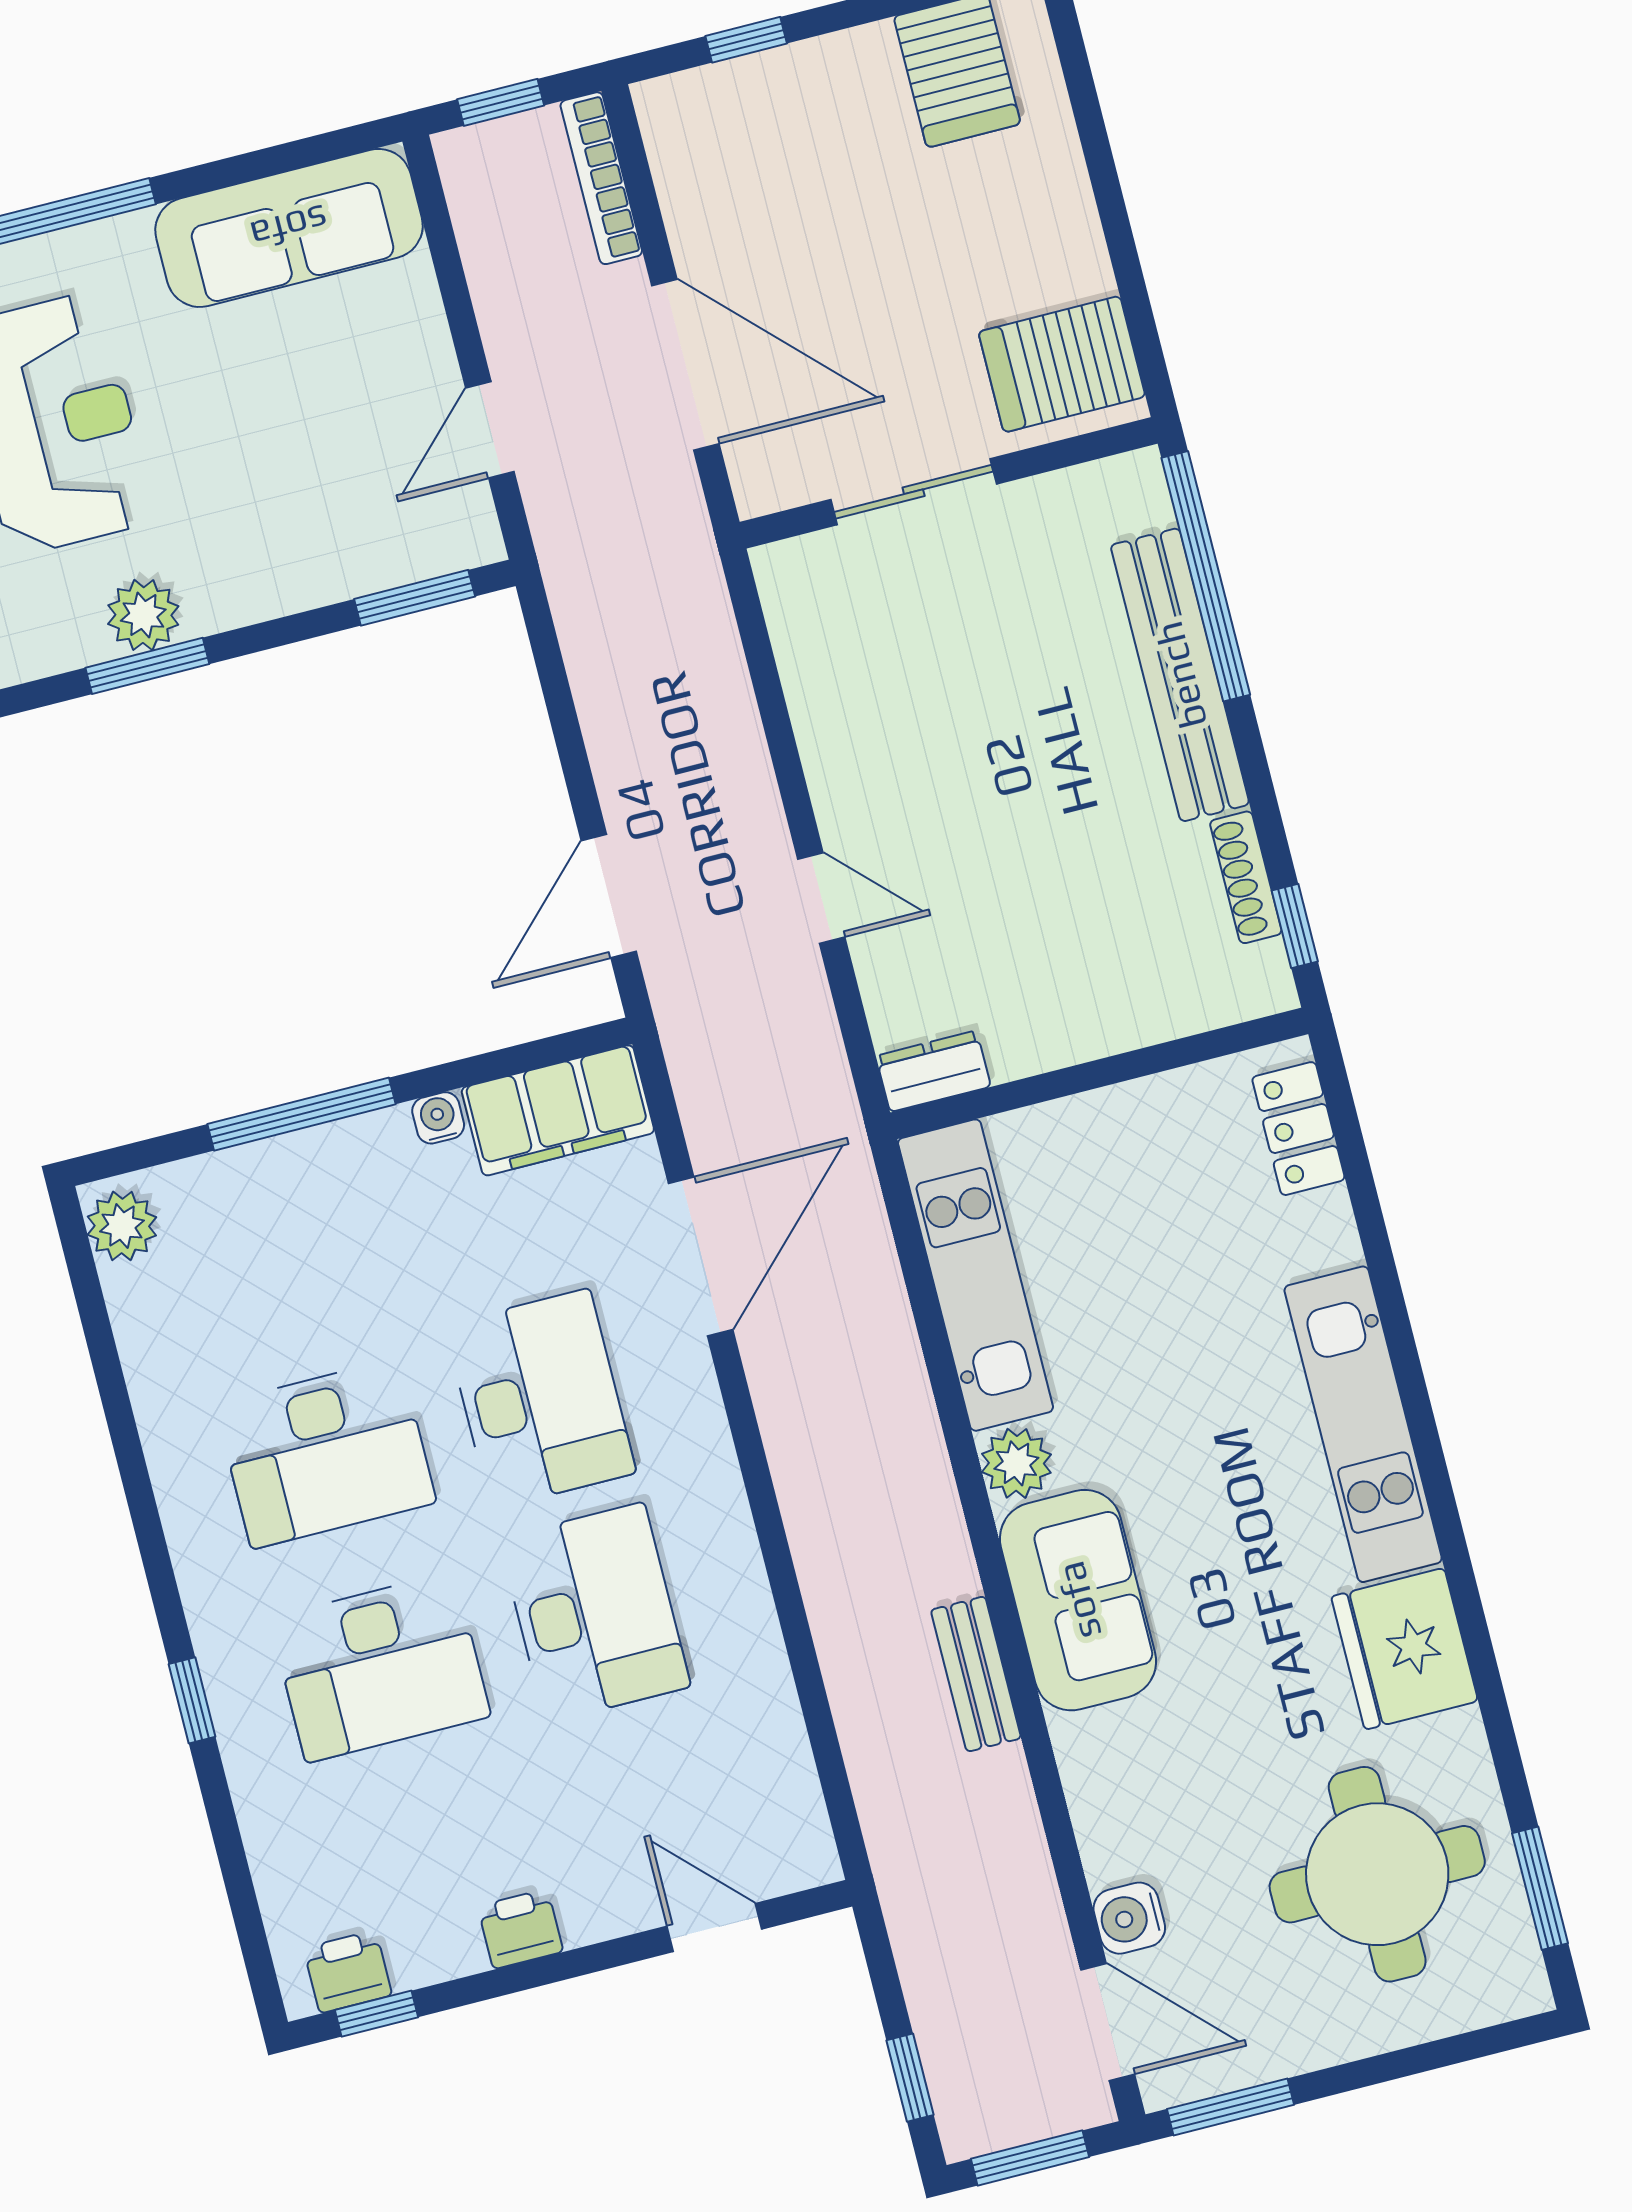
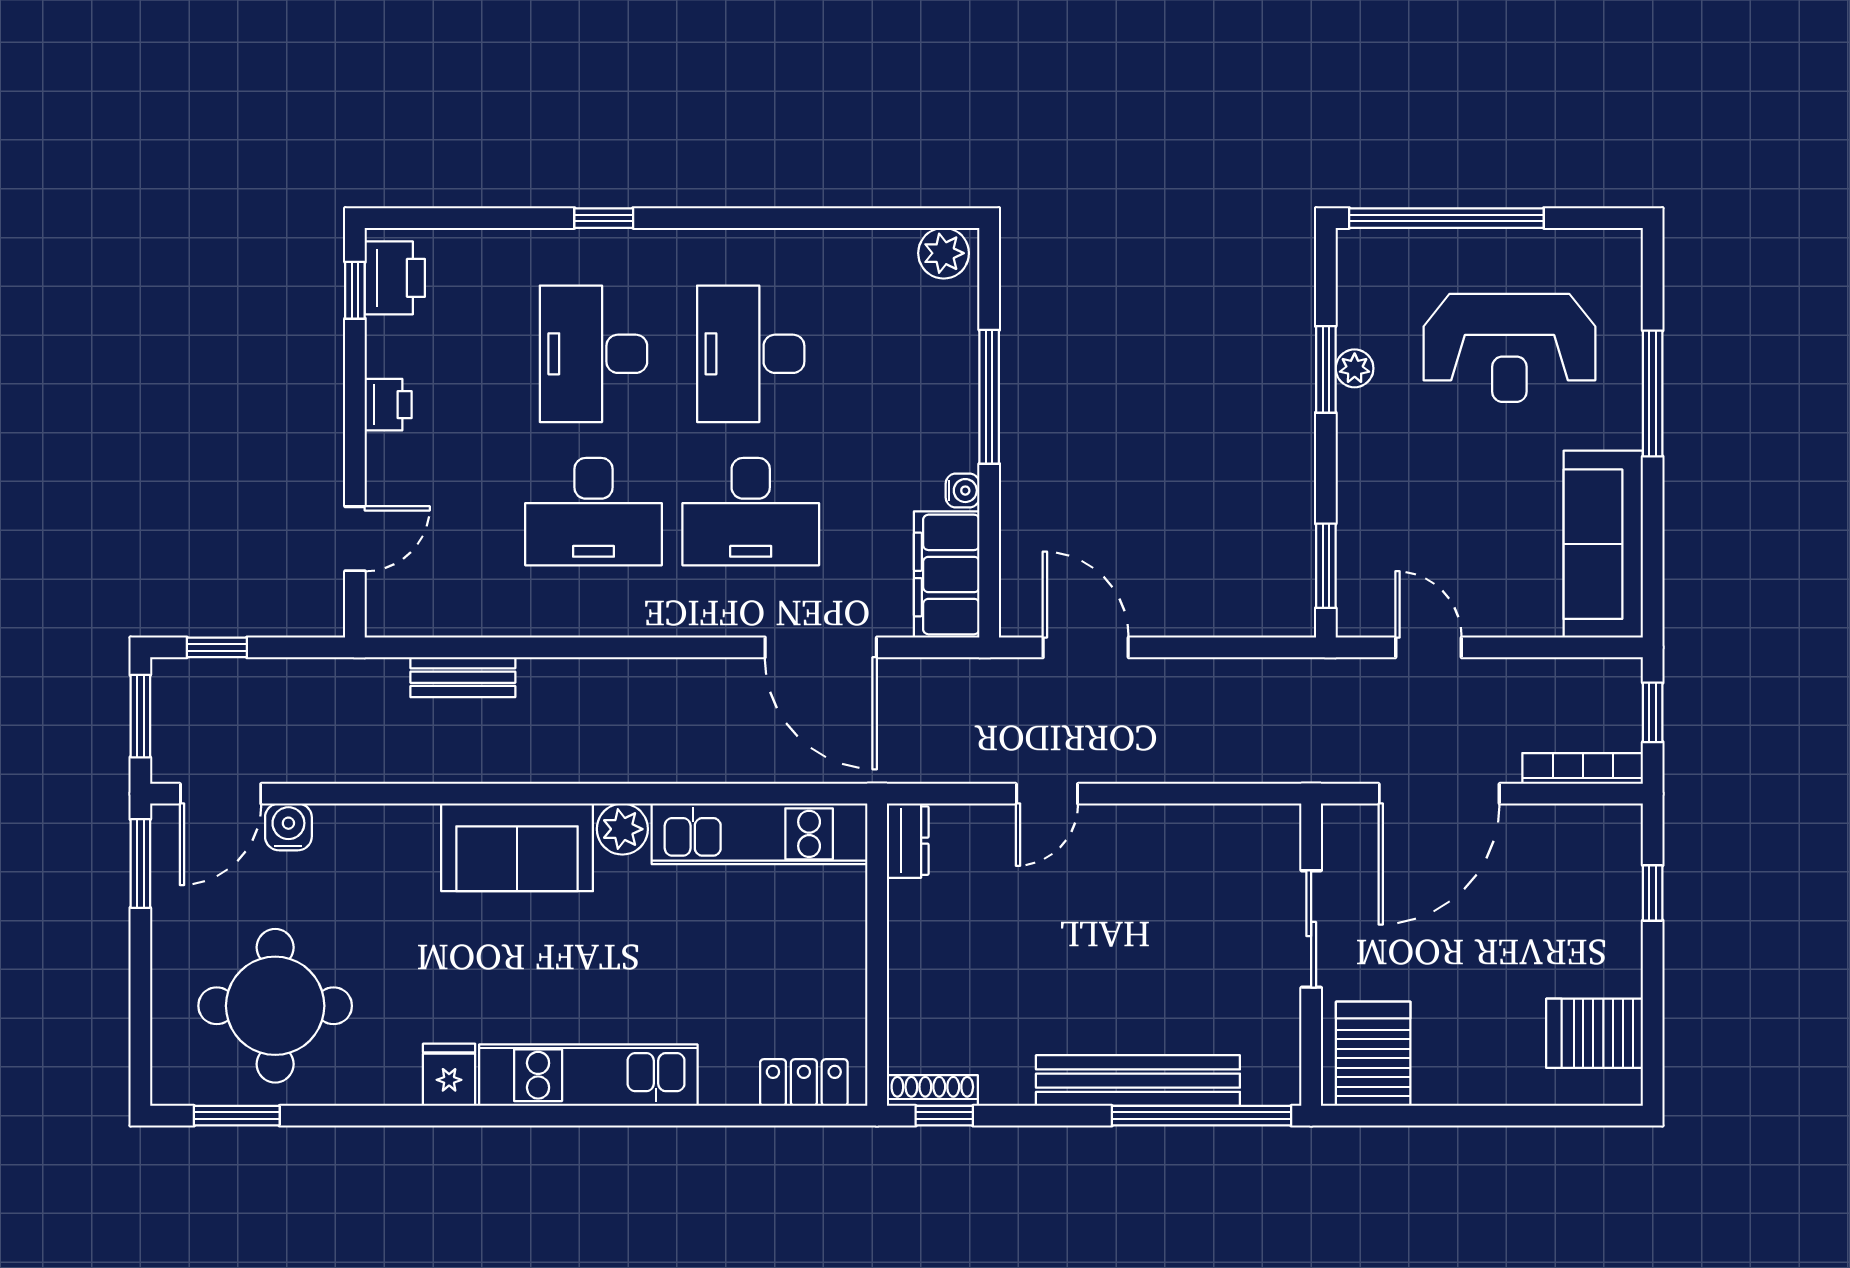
plant: (143, 615) -> (1355, 368), width x0.73, depth x0.73
shoe rack: (1246, 877) -> (932, 1091), moved
fridge: (1405, 1649) -> (449, 1075), width x0.53, depth x0.75
bench: (976, 1674) -> (463, 677), moved
printer: (348, 1972) -> (395, 278), width x1.36, depth x1.24

